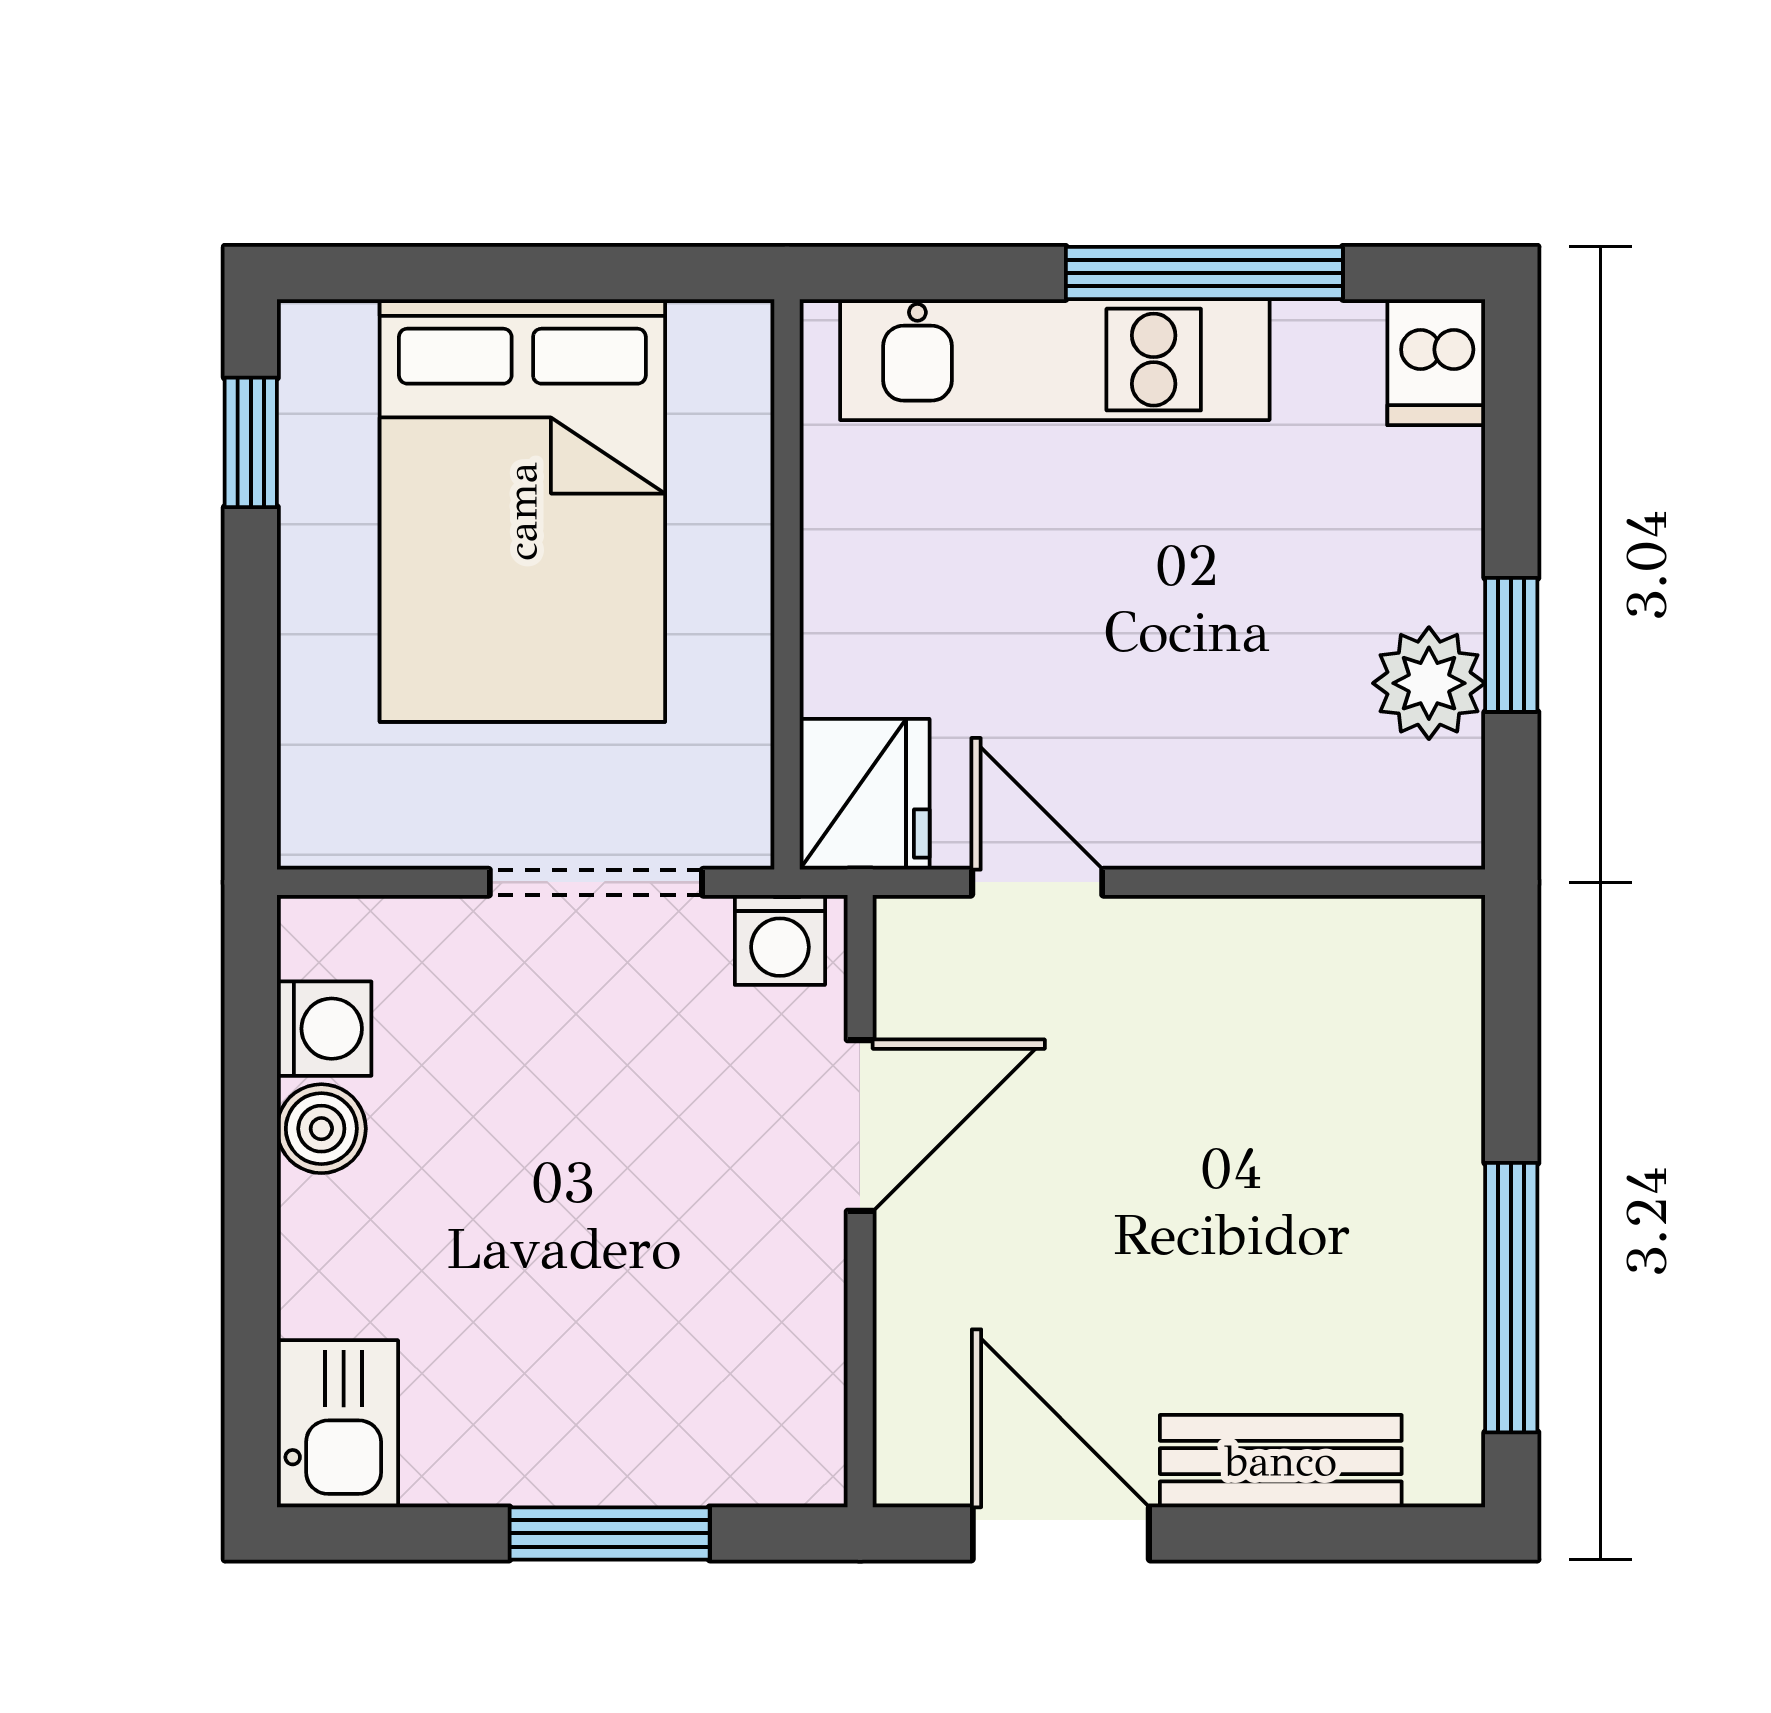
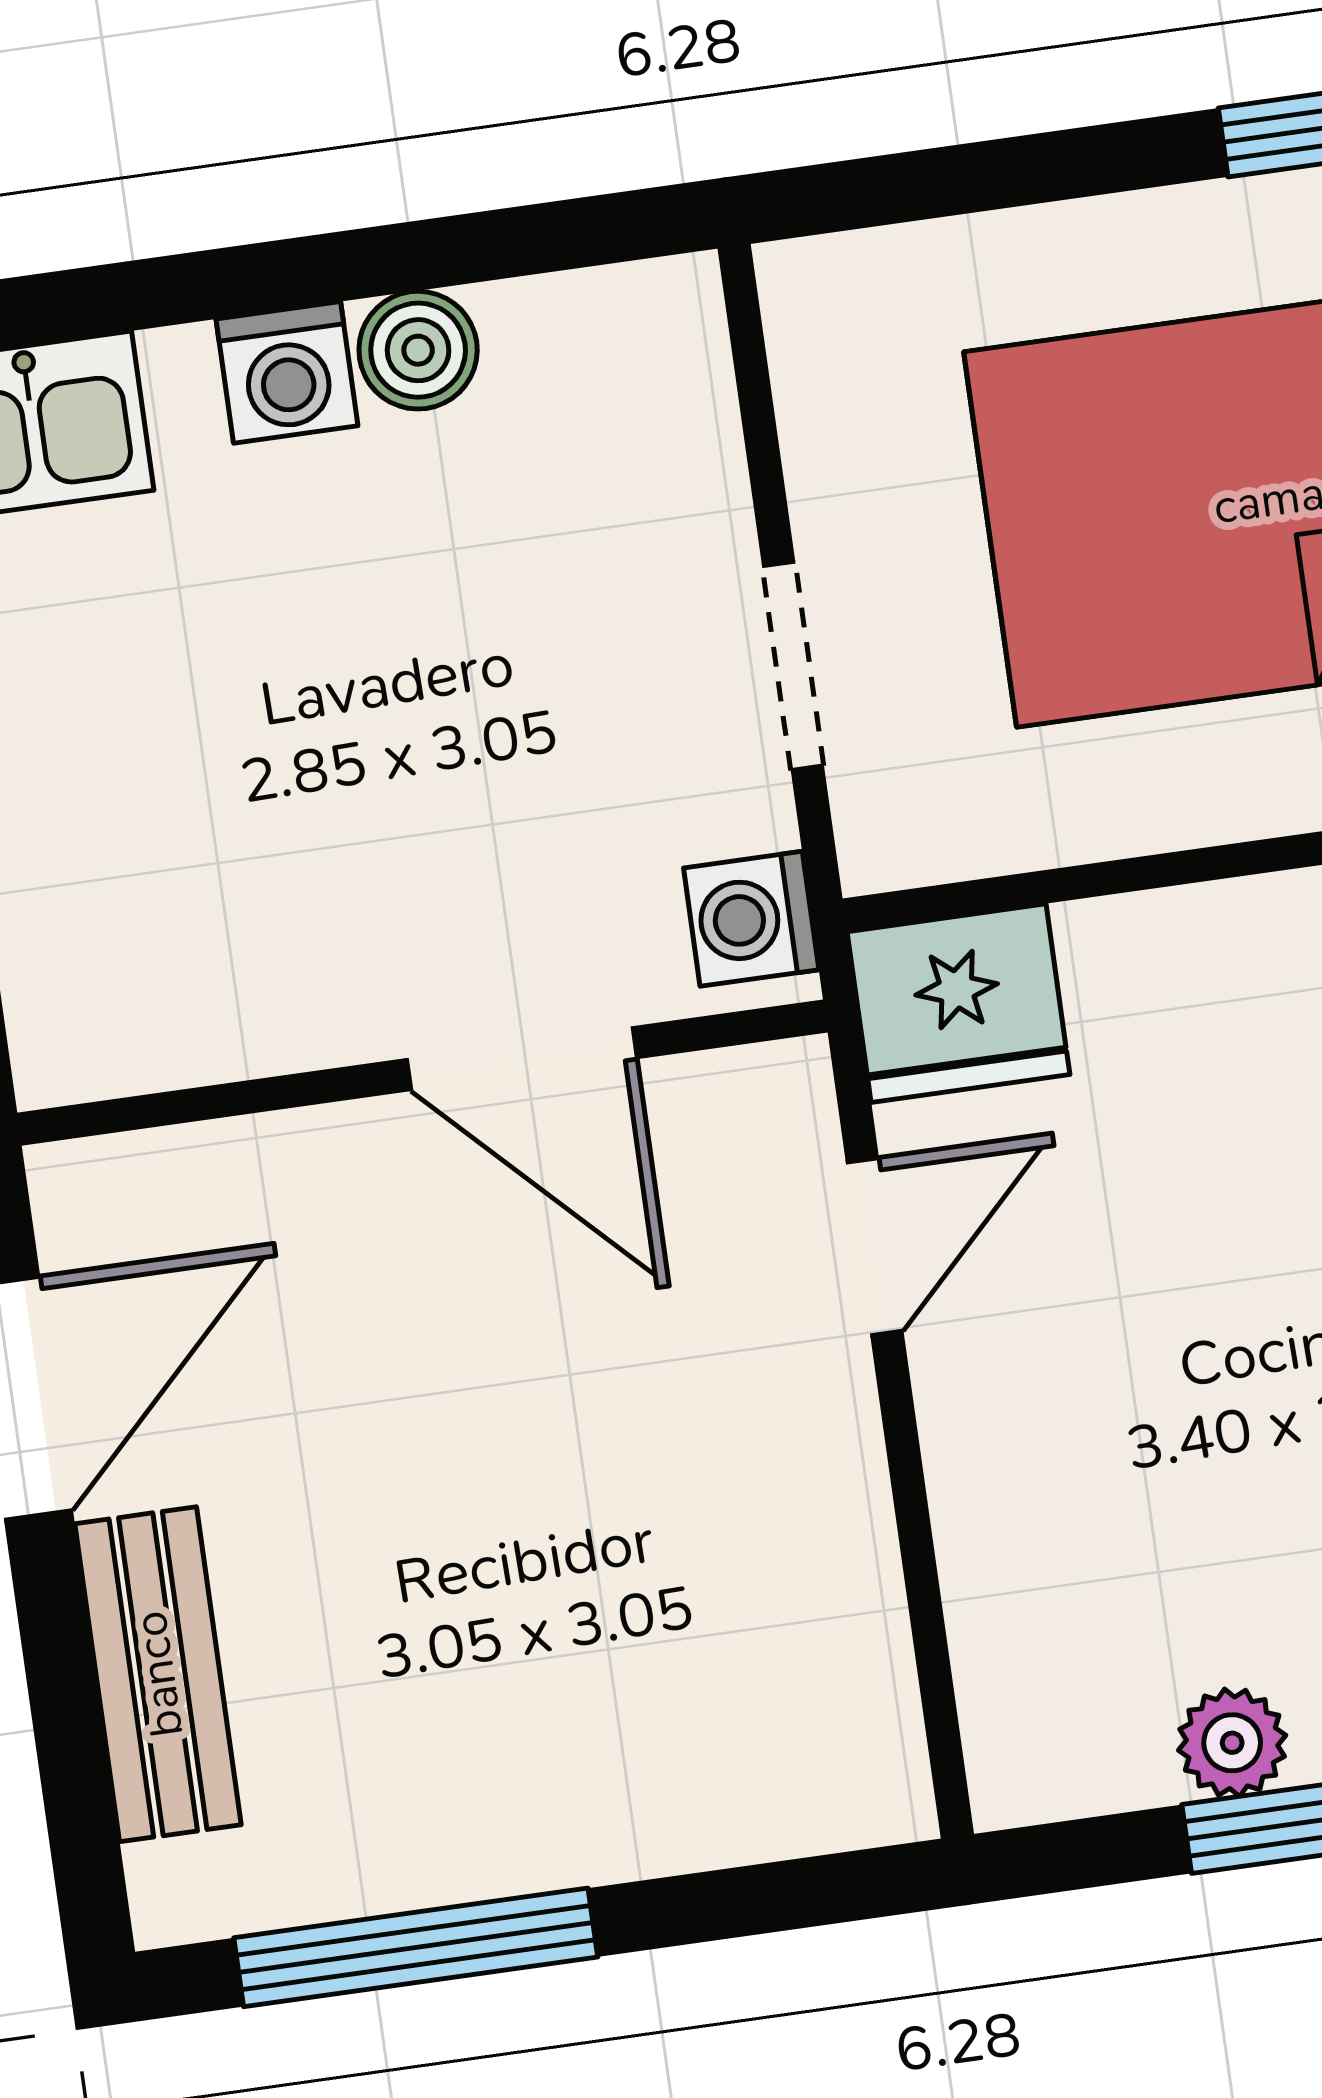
plant: (1429, 683) -> (1232, 1743), width x0.73, depth x0.73
doorway: (596, 882) -> (793, 666), width x0.73
washing machine: (324, 1029) -> (287, 372), moved

